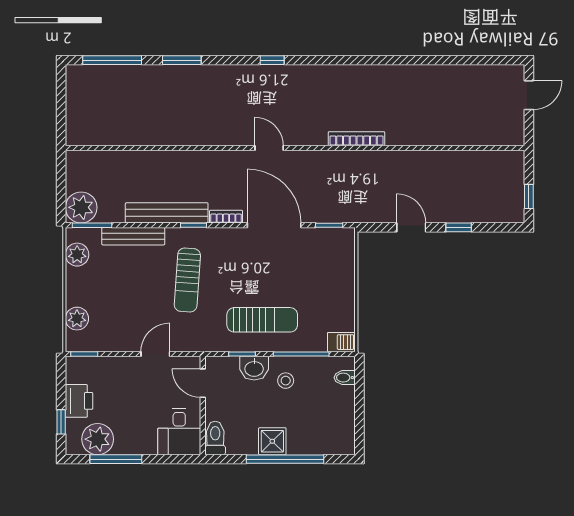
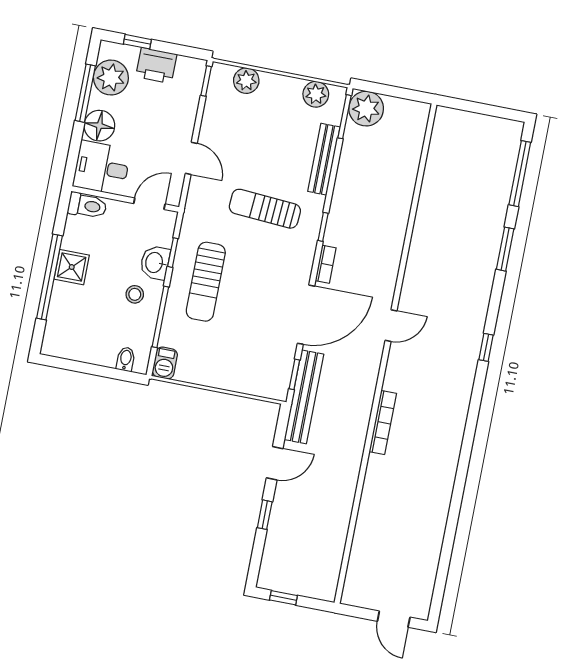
bench: (167, 213) -> (304, 397), moved
floor lamp: (142, 441) -> (99, 126), added

